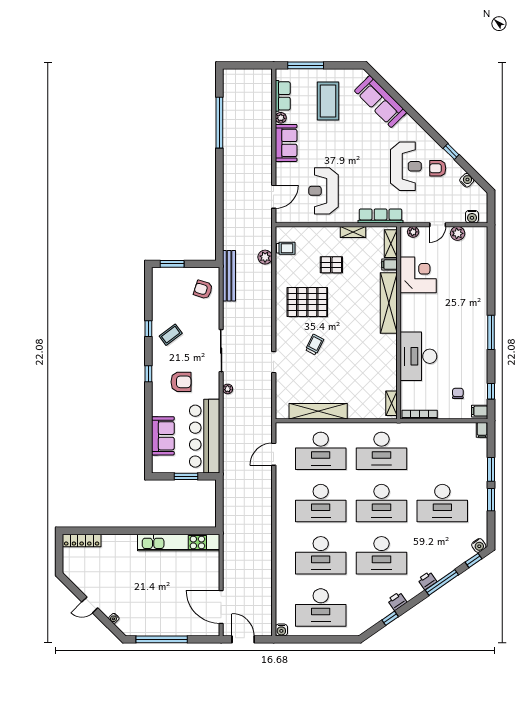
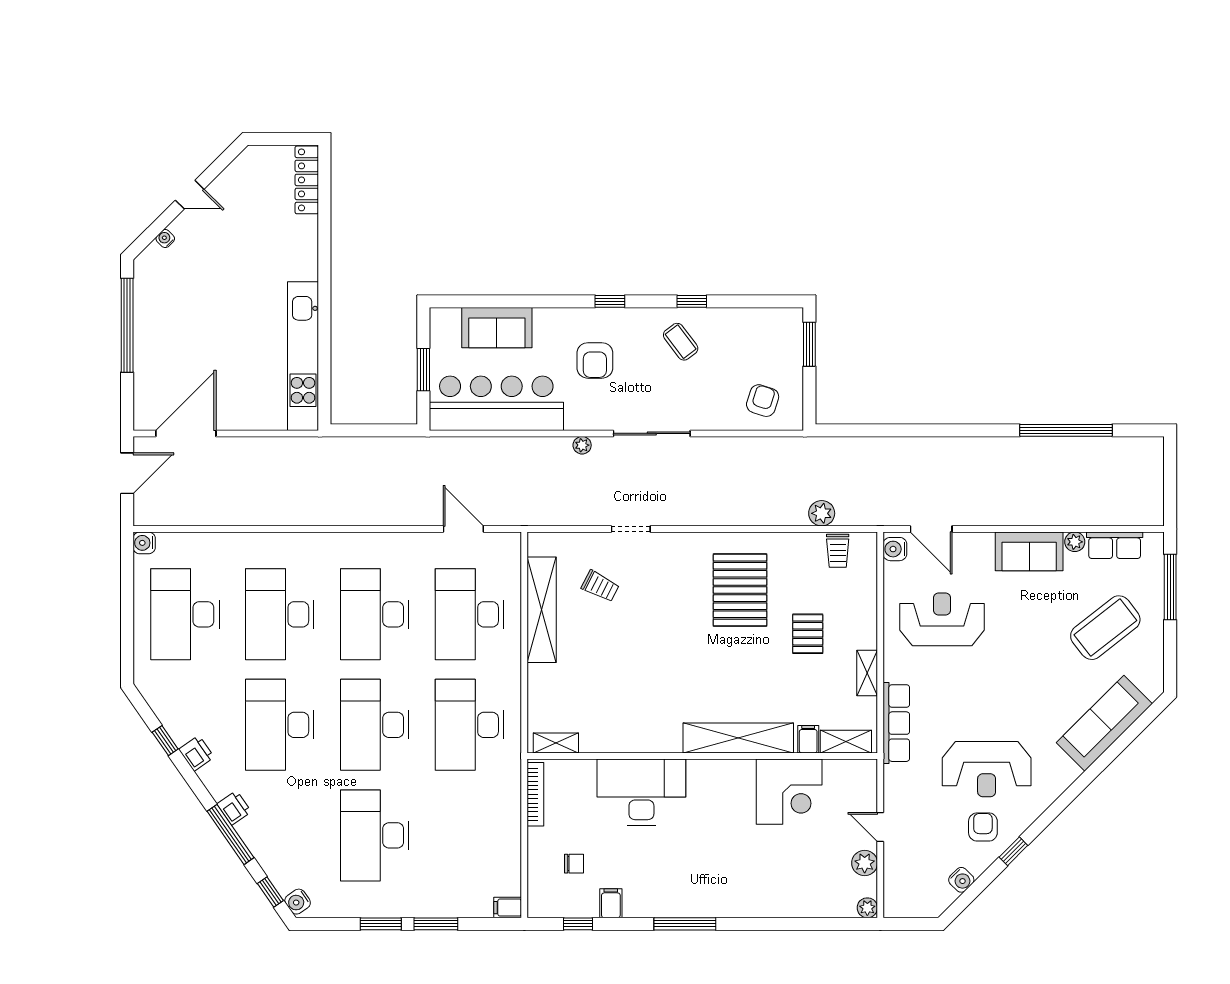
coffee table: (328, 101) -> (1105, 628), turned -38
water cooler: (472, 217) -> (895, 549), moved
plant: (413, 232) -> (867, 908), moved
bench: (229, 276) -> (788, 448), removed
trolley: (315, 345) -> (600, 586), moved
filing cabinet: (480, 411) -> (611, 903), moved
door: (90, 605) -> (190, 195), swing flipped

